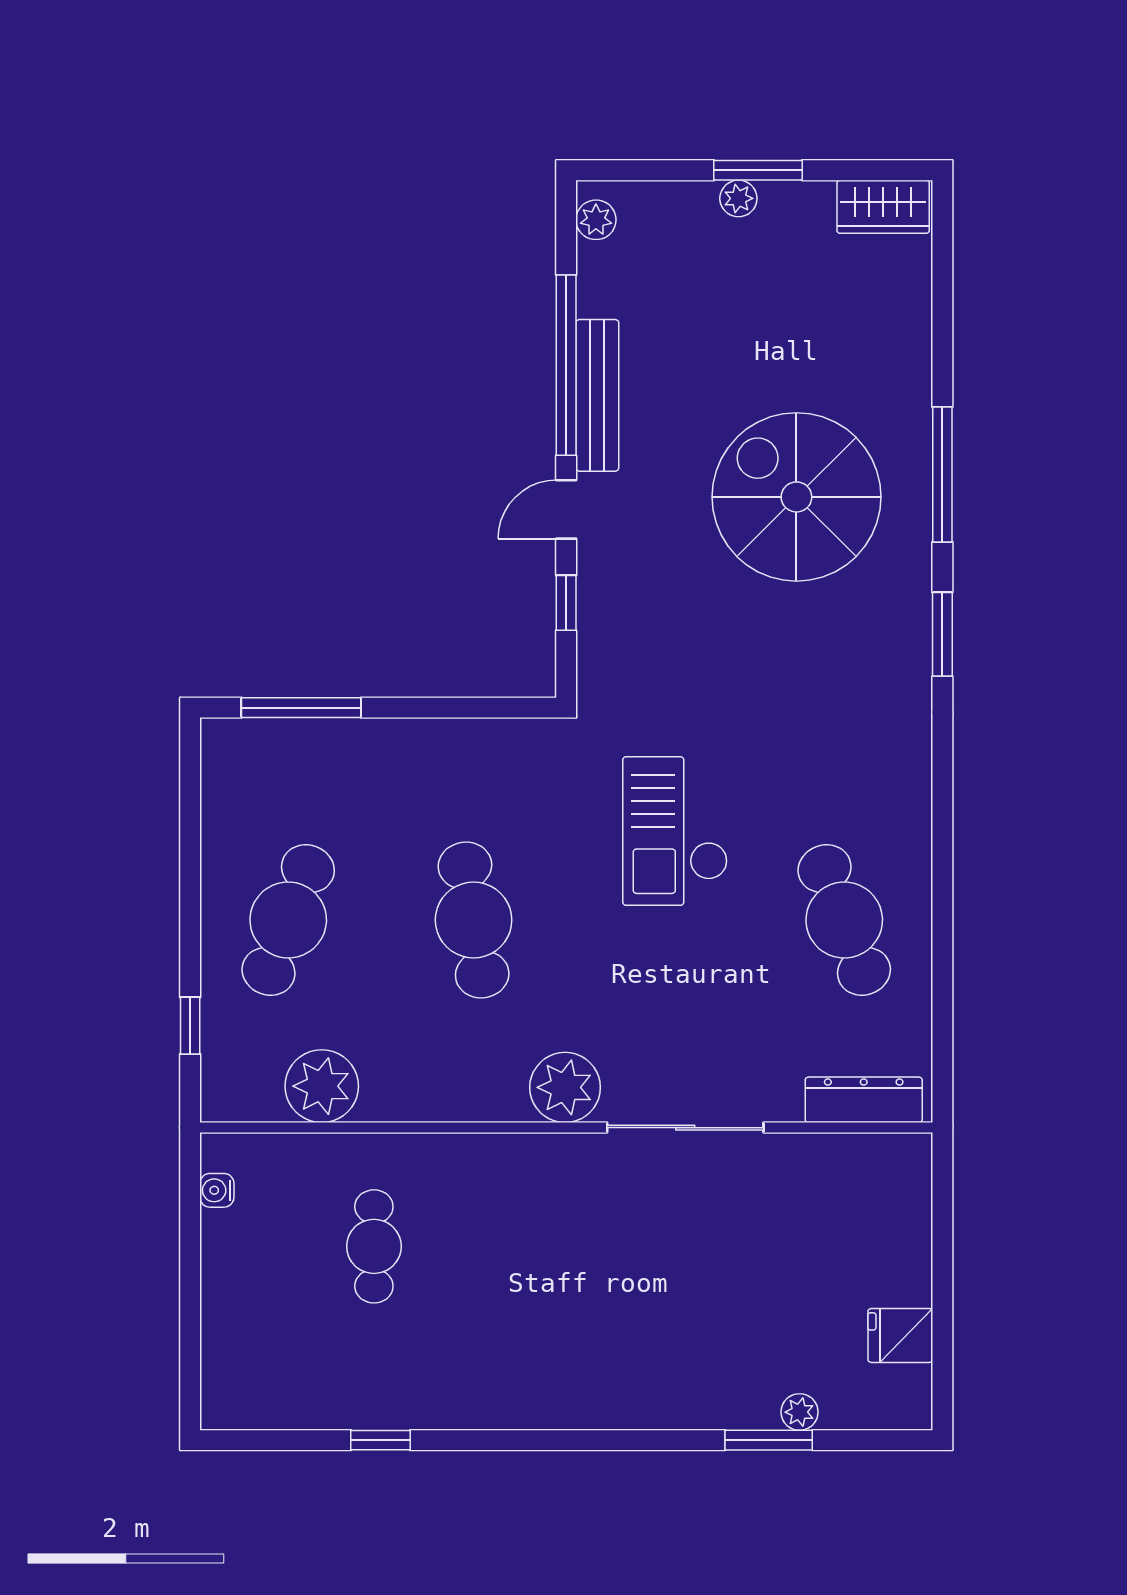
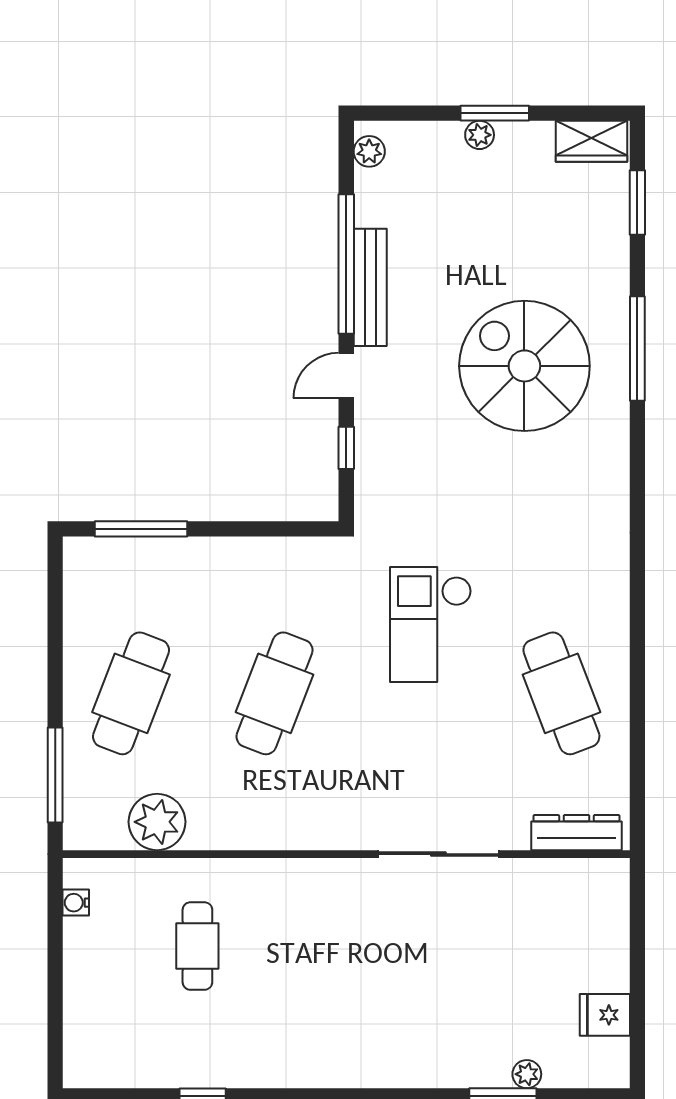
window: (942, 634) -> (637, 202), moved
cafe table: (474, 920) -> (275, 693), turned 30
window: (190, 1026) -> (55, 775), width x2.17
plant: (565, 1087) -> (345, 823), removed

